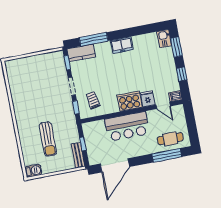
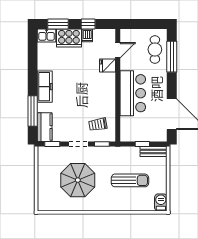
freezer: (122, 45) -> (45, 87), width x1.40
parasol: (39, 92) -> (78, 180), added
dishwasher: (175, 96) -> (87, 35), moved
cooker: (129, 101) -> (69, 38), moved, turned -90

